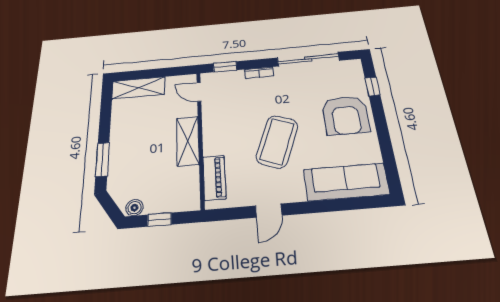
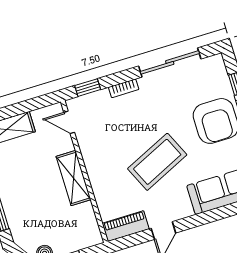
coffee table: (277, 141) -> (157, 162), turned 44
piano: (214, 178) -> (126, 226), moved, turned -90

